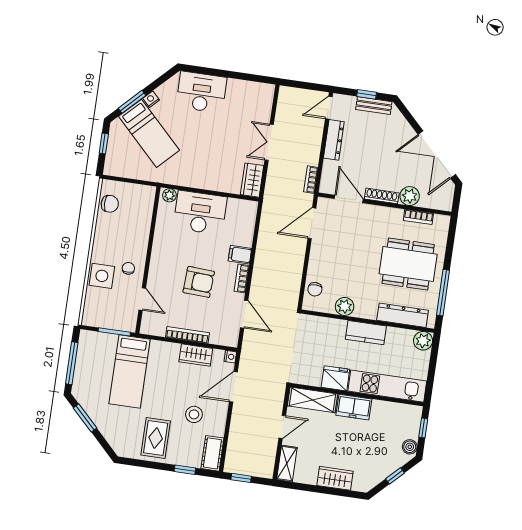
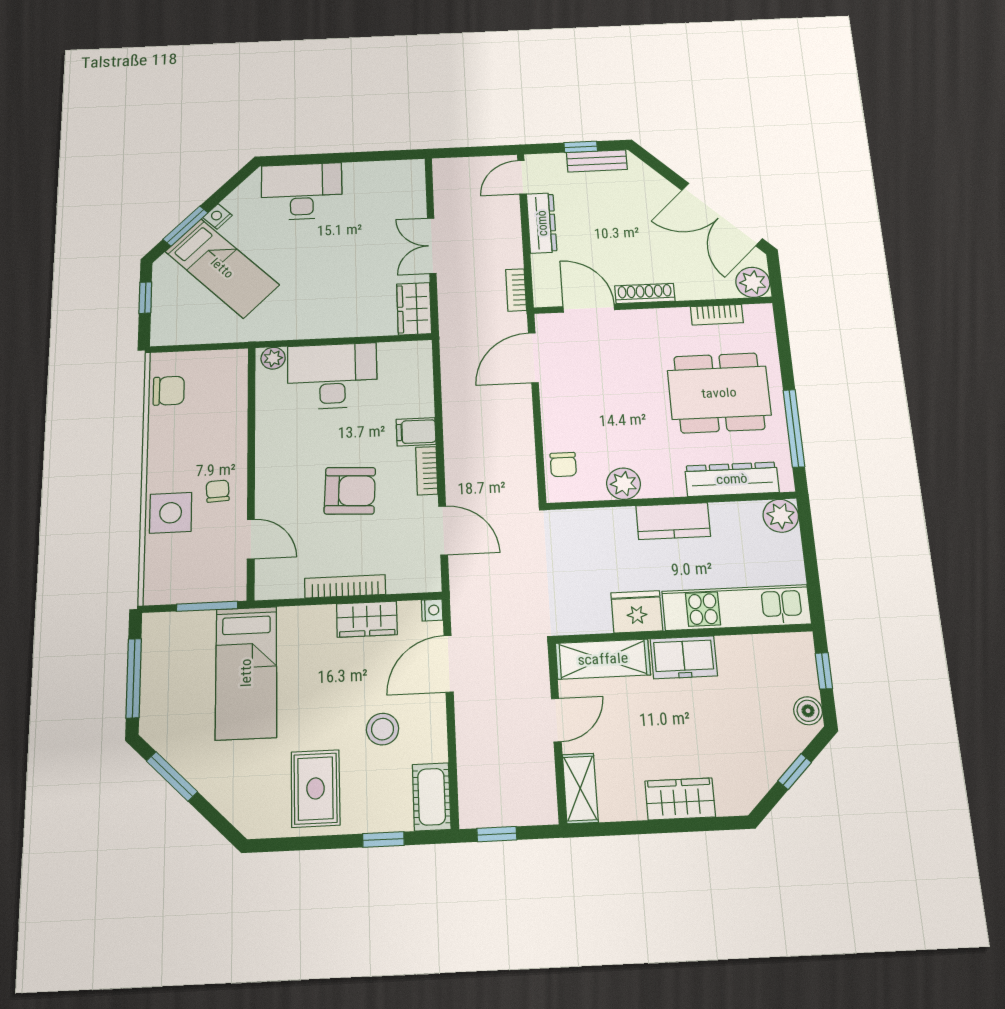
plant: (410, 196) -> (753, 282), moved

